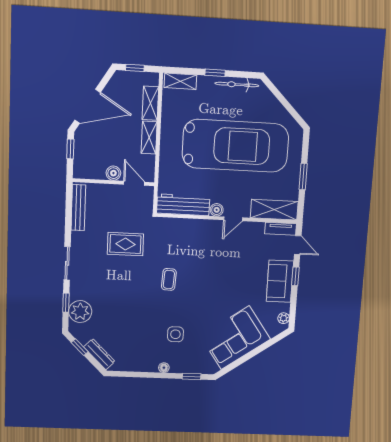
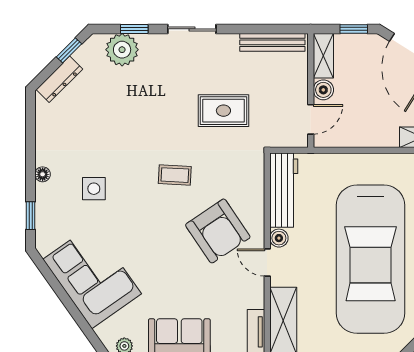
shelving: (149, 138) -> (323, 56), moved, turned 90
rug: (125, 244) -> (223, 111), turned 90
armchair: (209, 252) -> (218, 231), added

